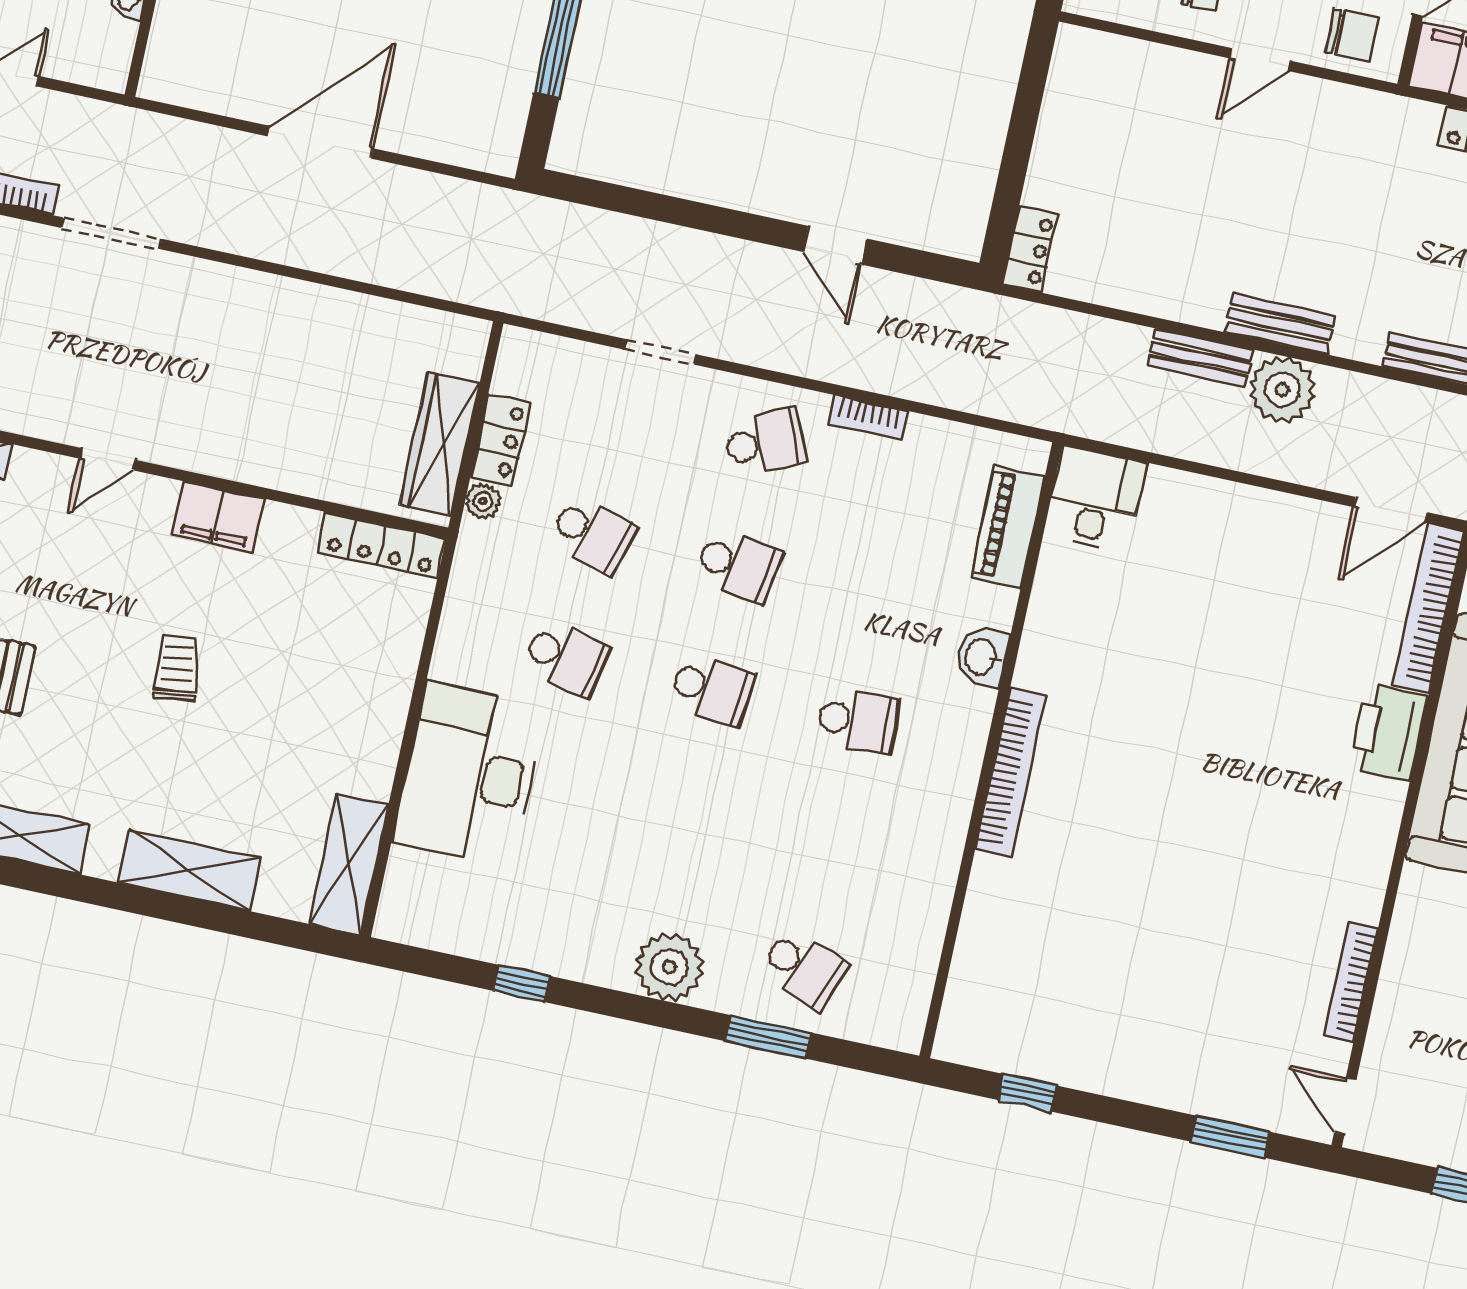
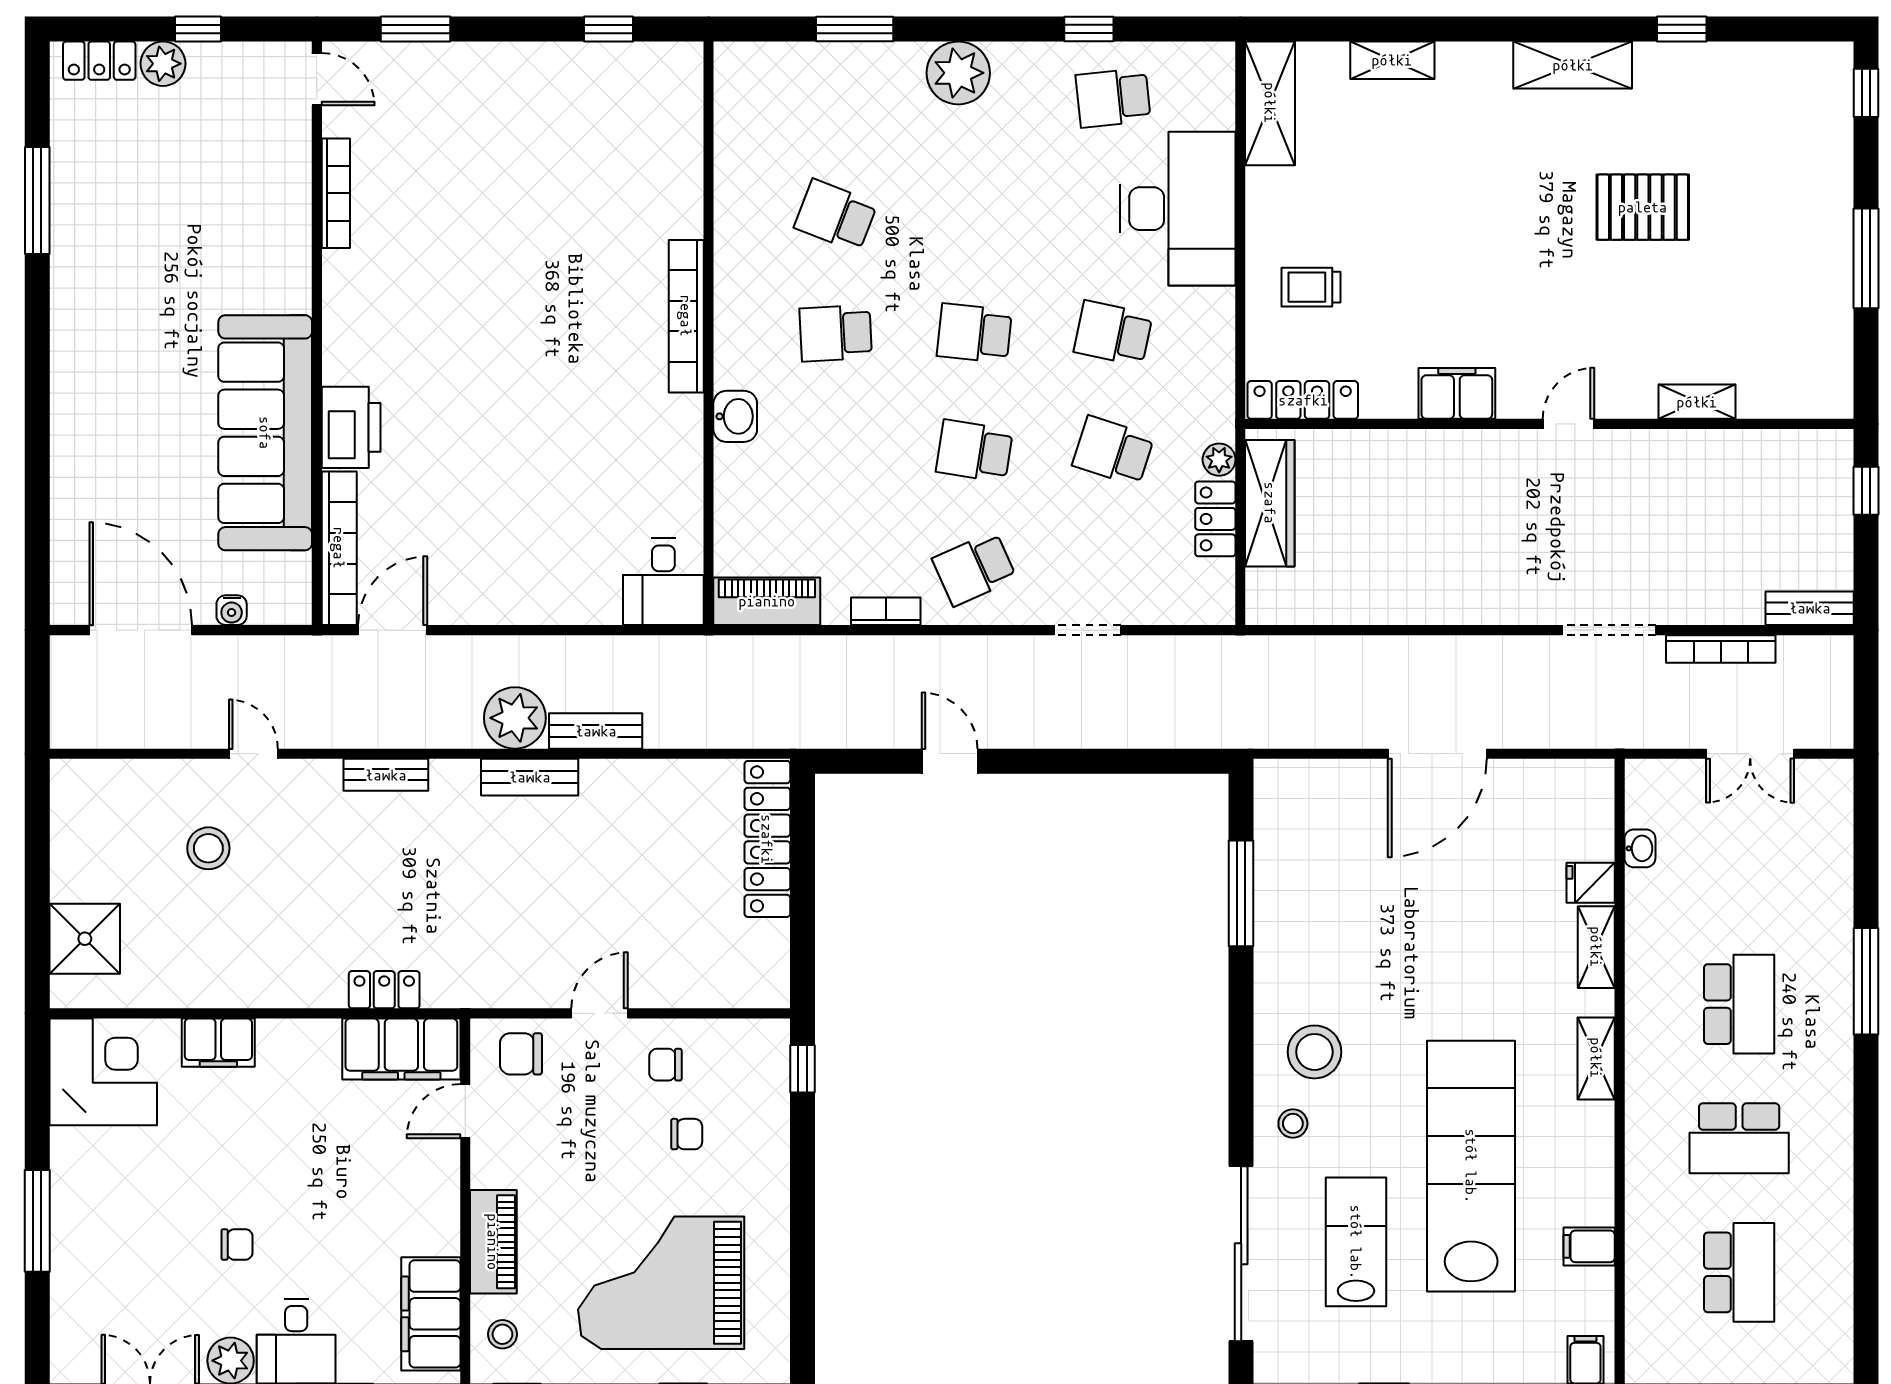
locker: (1030, 249) -> (767, 839), width x2.16, depth x1.21
piano: (1008, 527) -> (767, 601), moved, turned -90
trolley: (177, 668) -> (1311, 287), moved, turned 97
shelving: (189, 870) -> (1392, 60), width x0.67, depth x0.75
school desk: (512, 906) -> (1113, 98), added
school desk: (804, 969) -> (836, 216), moved

